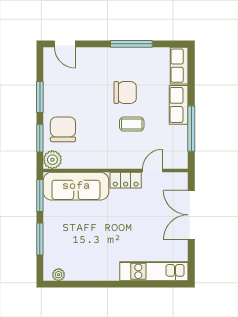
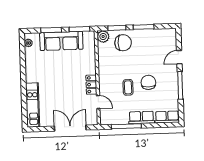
door: (65, 44) -> (179, 57), moved
chair: (125, 92) -> (148, 82), turned 180
sofa: (76, 186) -> (61, 41), moved, turned -90

